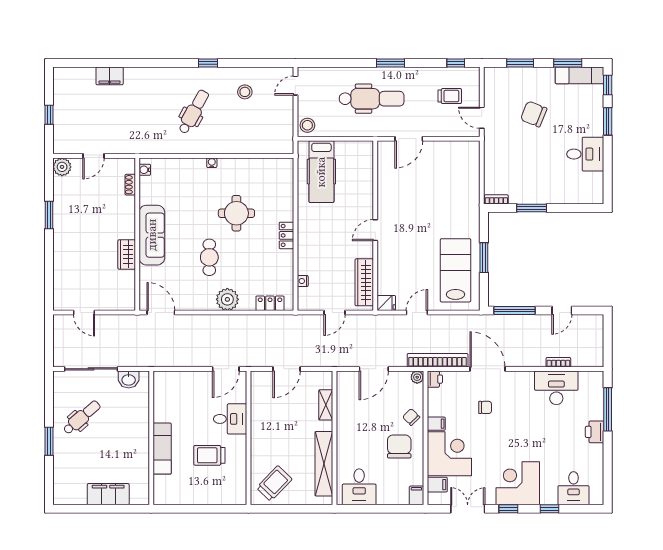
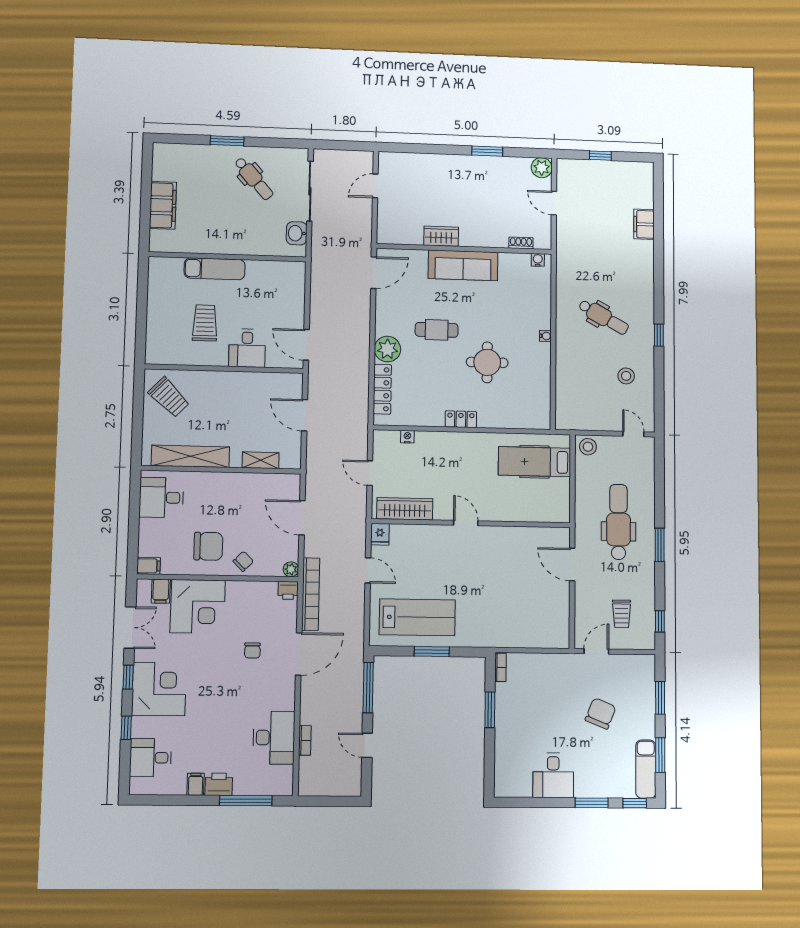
dental chair: (372, 99) -> (619, 522), turned 180
locker: (270, 303) -> (382, 389), width x1.53
filing cabinet: (436, 424) -> (196, 784), moved, turned 180

